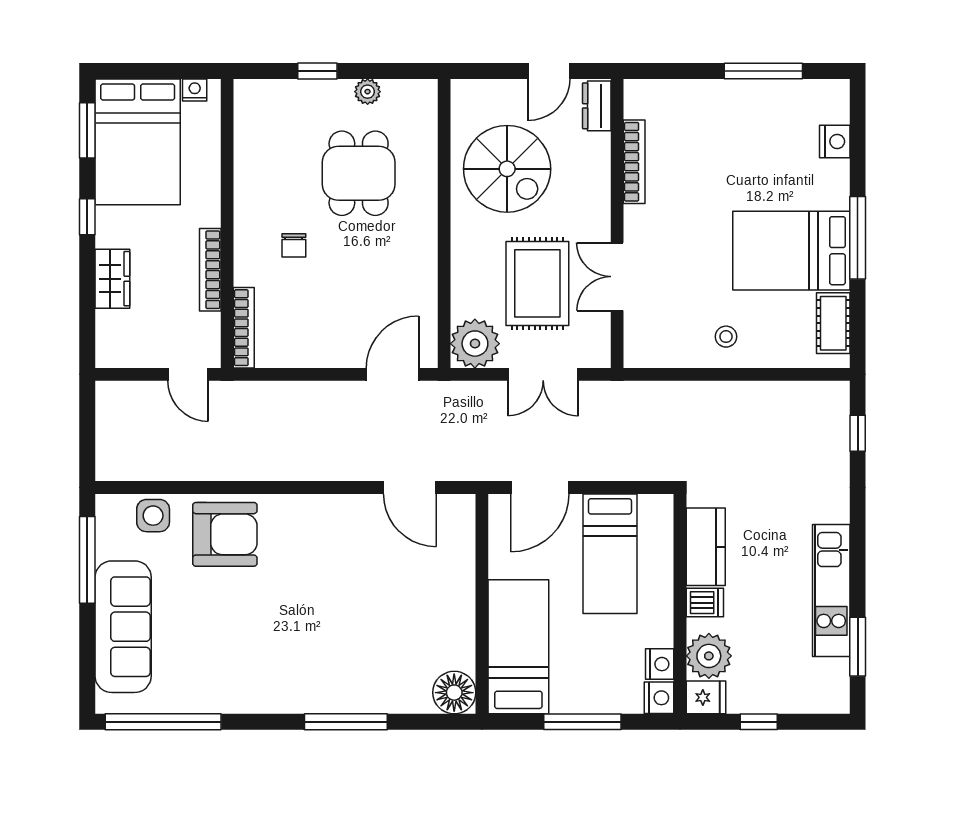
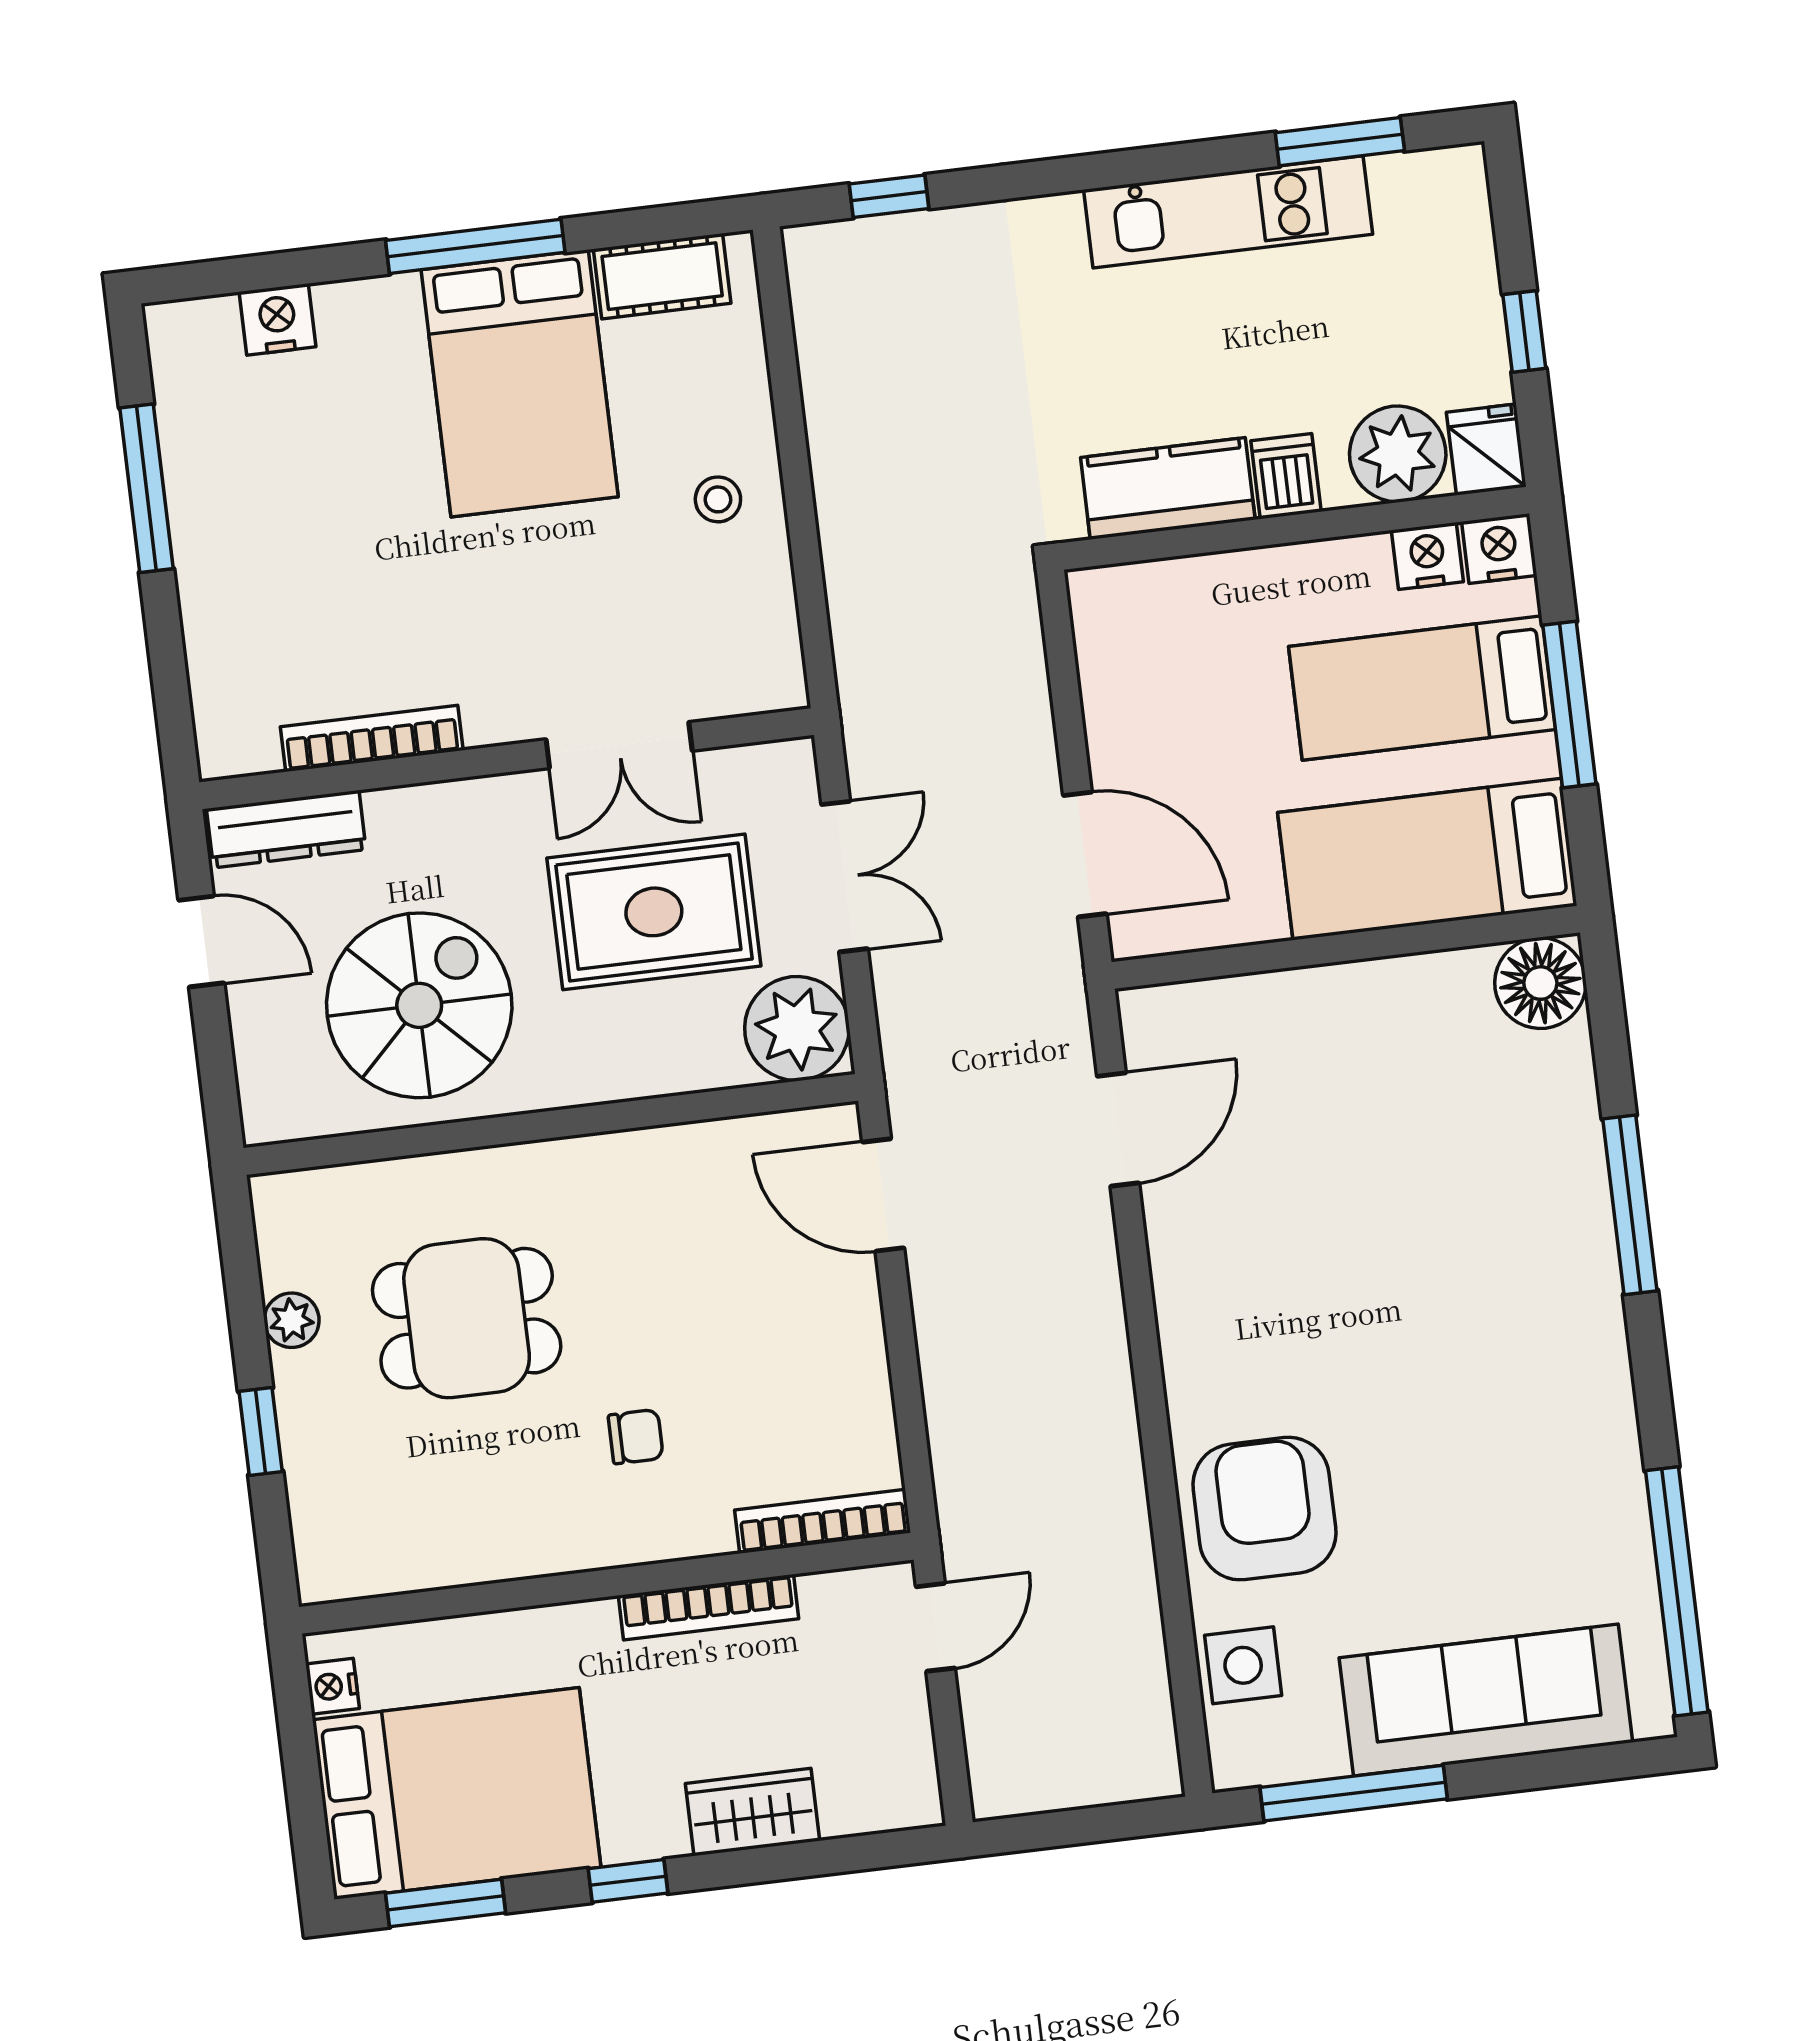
dresser: (597, 106) -> (286, 829), width x1.44
bed: (610, 554) -> (1422, 688), moved, turned 180

